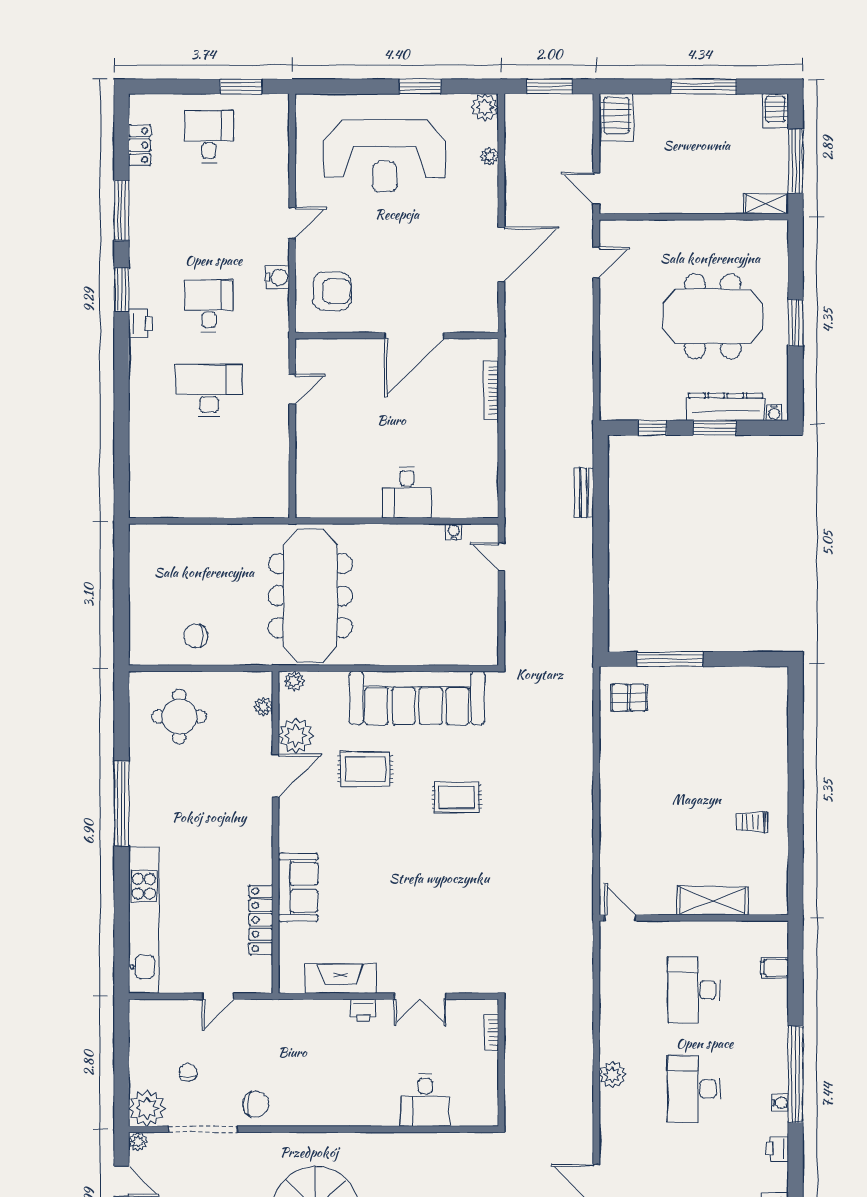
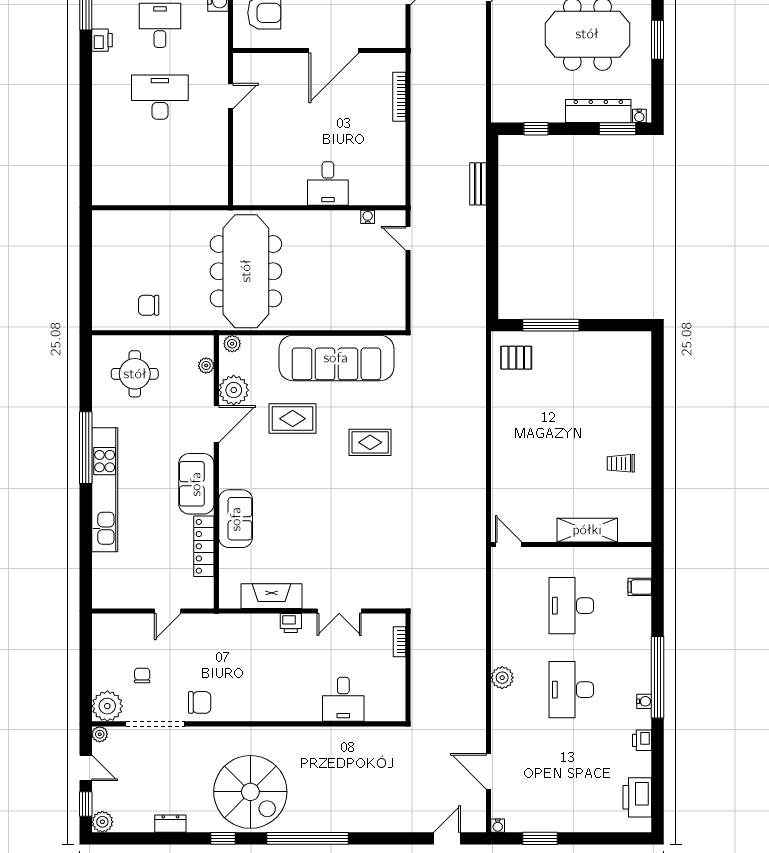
window: (715, 428) -> (617, 129), moved
sofa: (252, 846) -> (196, 484), added
kitchen unit: (144, 920) -> (105, 490), moved

